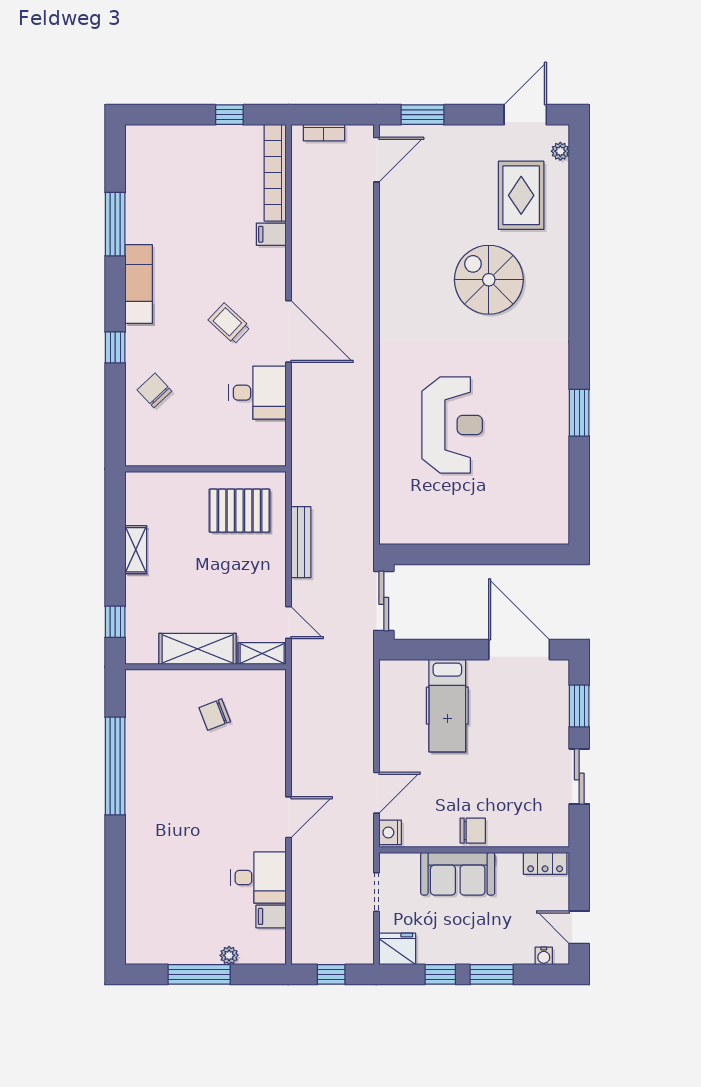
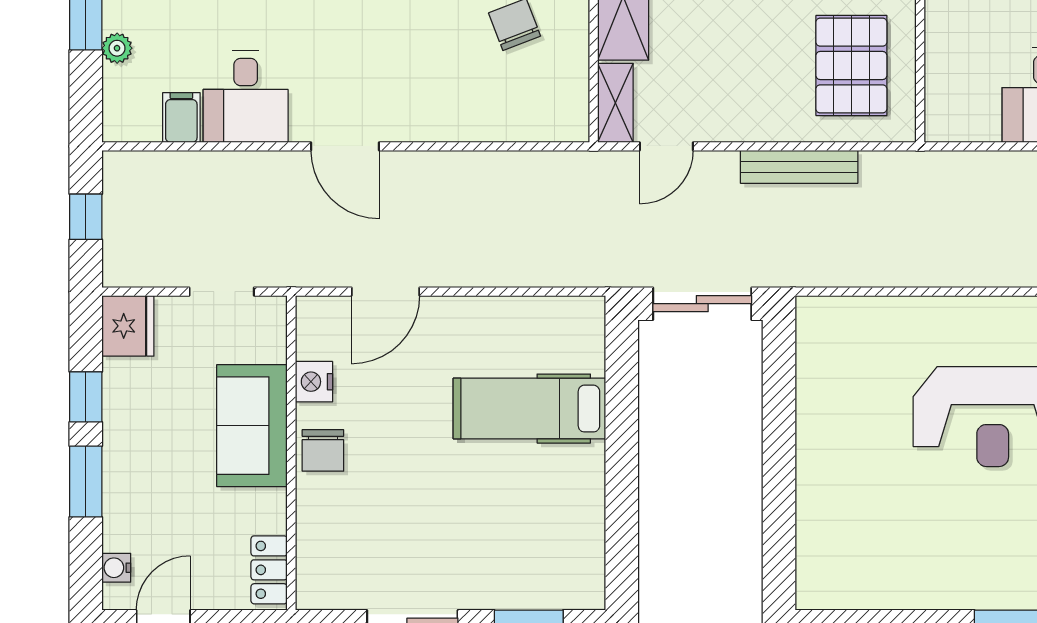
door: (519, 650) -> (622, 527), removed
door: (376, 793) -> (386, 292), hinge flipped
nightstand: (390, 832) -> (314, 382), moved, turned -90

